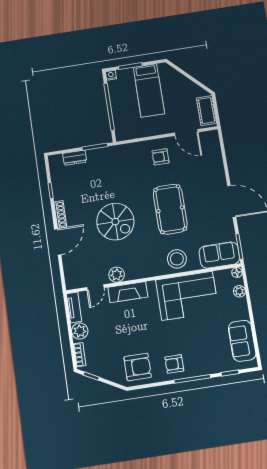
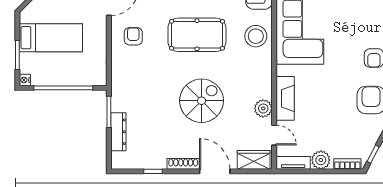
armchair: (161, 157) -> (133, 36), turned 180
dresser: (75, 158) -> (118, 132), width x1.44
wardrobe: (72, 273) -> (254, 160), added

